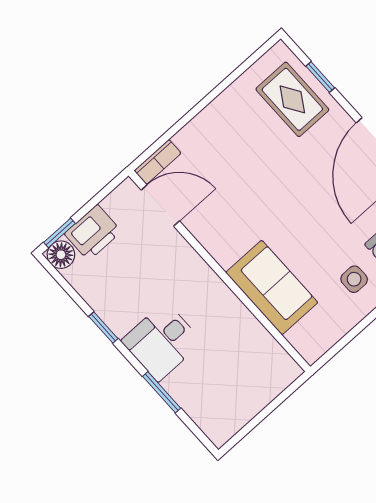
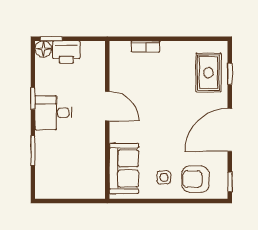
bookcase: (158, 162) -> (146, 46), moved
door: (160, 205) -> (107, 106), moved
sofa: (272, 288) -> (124, 168), moved
desk: (162, 341) -> (53, 113), moved

